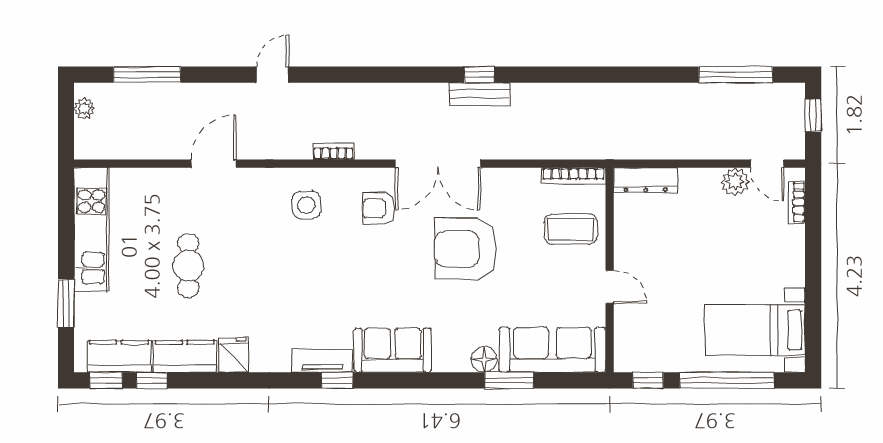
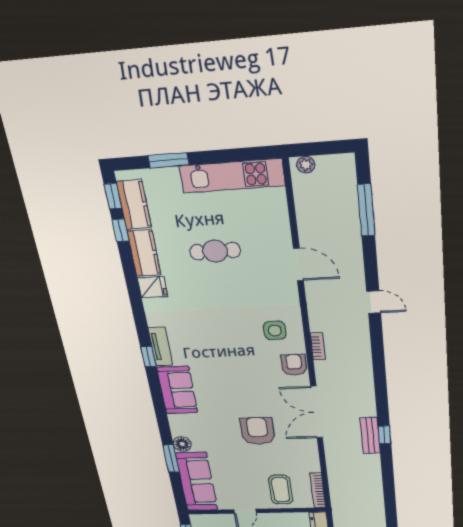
plant: (84, 109) -> (306, 165), moved
armchair: (379, 208) -> (294, 365), moved
armchair: (466, 249) -> (258, 431), width x0.73, depth x0.73

